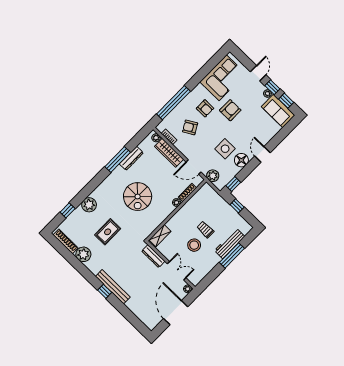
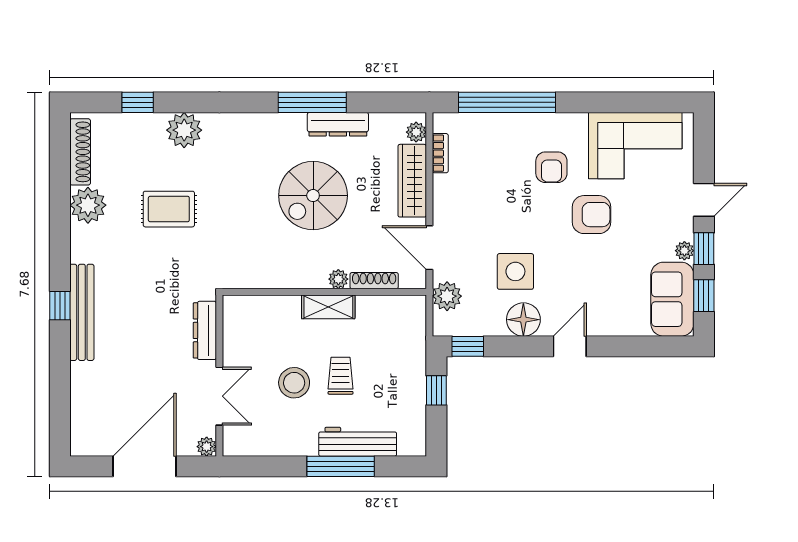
armchair: (190, 127) -> (493, 174), removed
spiral stairs: (138, 197) -> (313, 196), moved
shelving: (160, 236) -> (328, 307), moved

